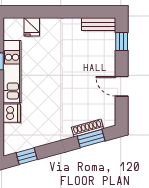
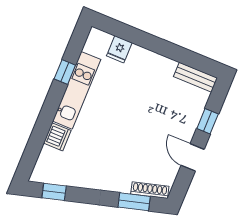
window: (122, 42) -> (208, 121), moved
shoe rack: (87, 128) -> (150, 190), moved

